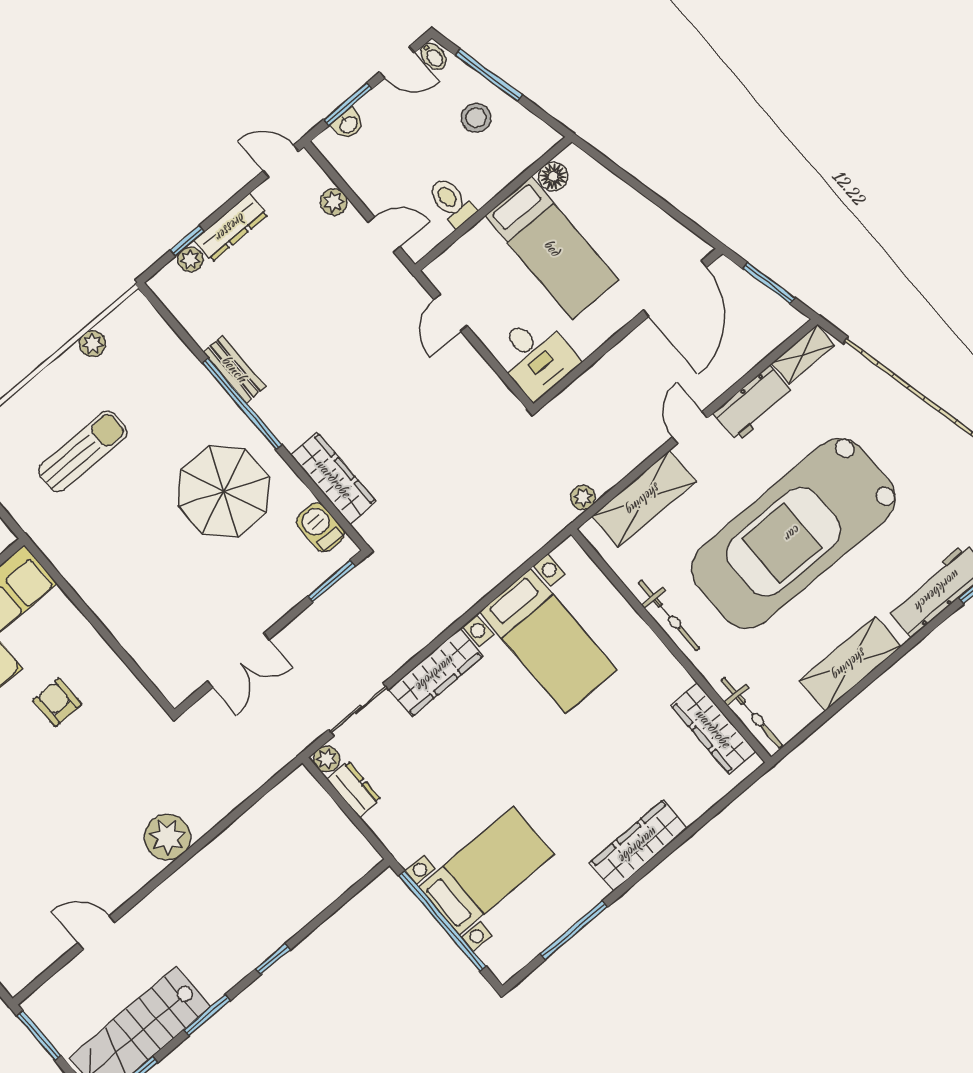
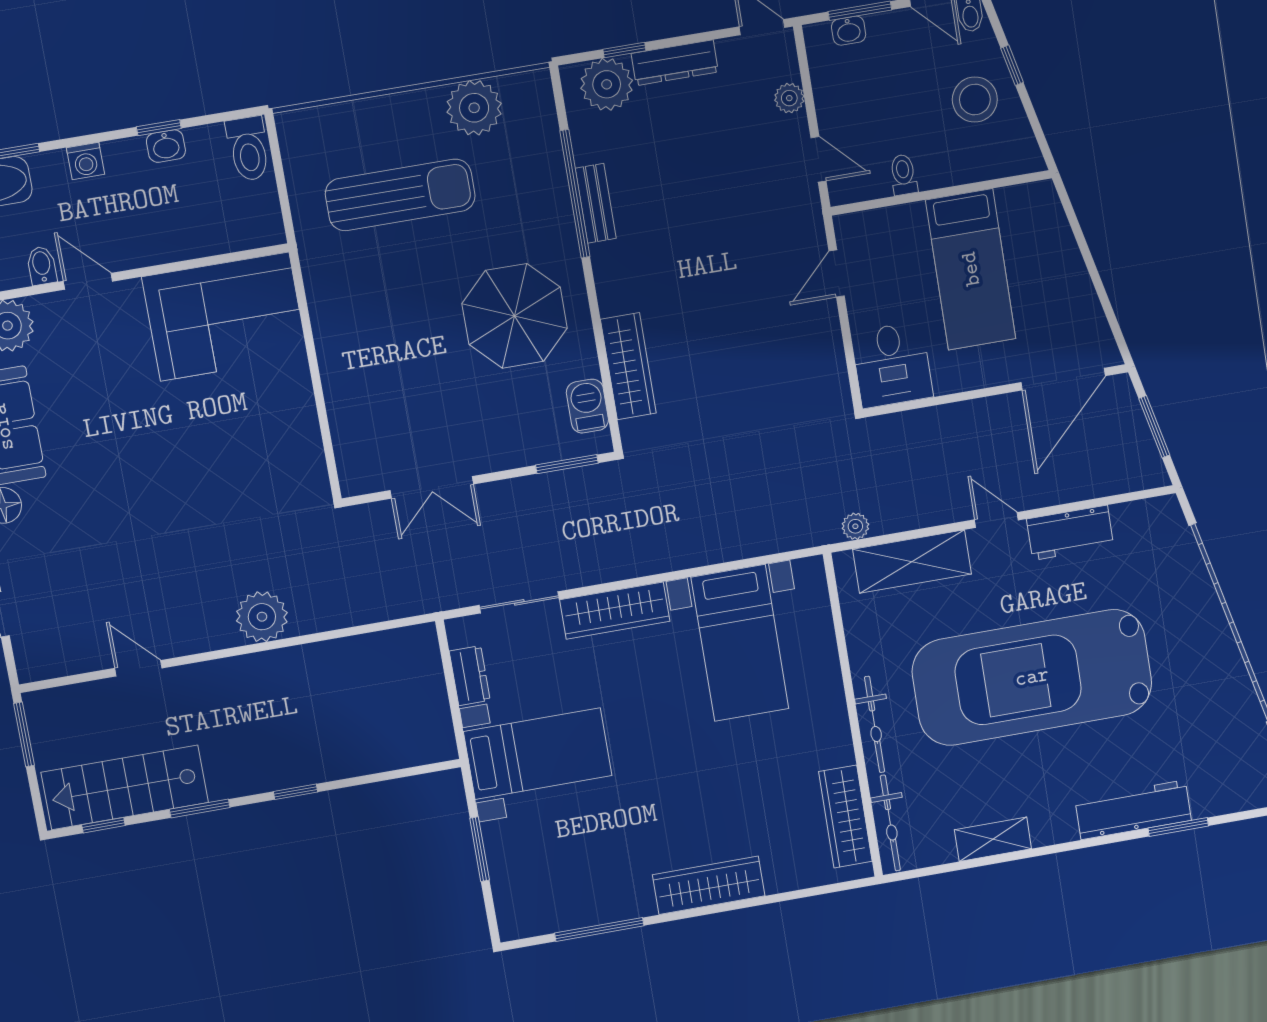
window: (489, 75) -> (1012, 65), width x0.46
stool: (476, 118) -> (975, 99), width x1.38, depth x1.38
floor lamp: (553, 176) -> (1014, 201), removed
toilet: (452, 202) -> (903, 175), width x0.73, depth x0.72
plant: (190, 259) -> (607, 84), width x1.88, depth x1.88
plant: (92, 344) -> (474, 108), width x1.87, depth x1.87
shelving: (803, 354) -> (1145, 513), removed
window: (242, 404) -> (575, 194), moved
door: (690, 428) -> (996, 520), hinge flipped
sun lounger: (83, 451) -> (400, 195), width x1.36, depth x1.34
bicycle: (669, 615) -> (875, 724), moved
shelving: (850, 664) -> (993, 839), width x0.67, depth x0.75
armchair: (57, 702) -> (231, 424), removed
plant: (326, 759) -> (461, 631), removed
bed with nightstands: (486, 871) -> (538, 754), moved
window: (442, 921) -> (480, 849), width x0.47

